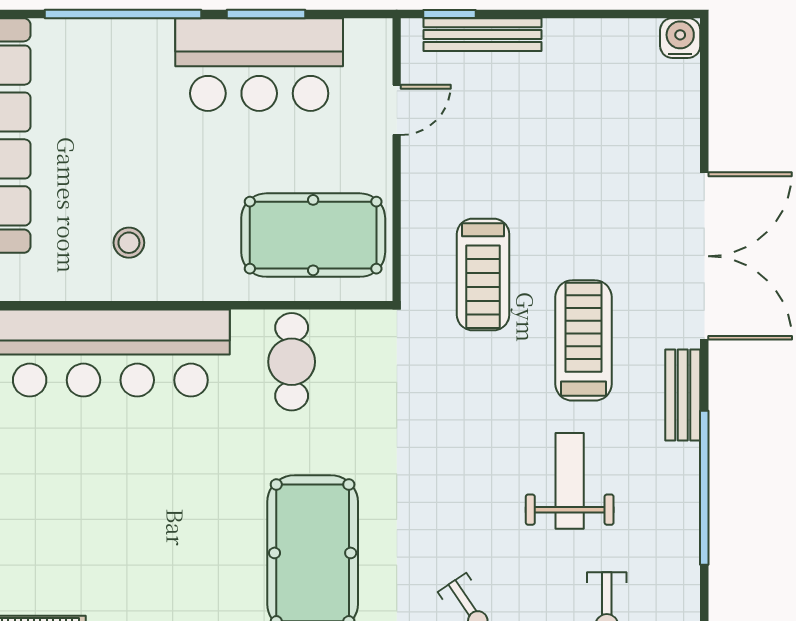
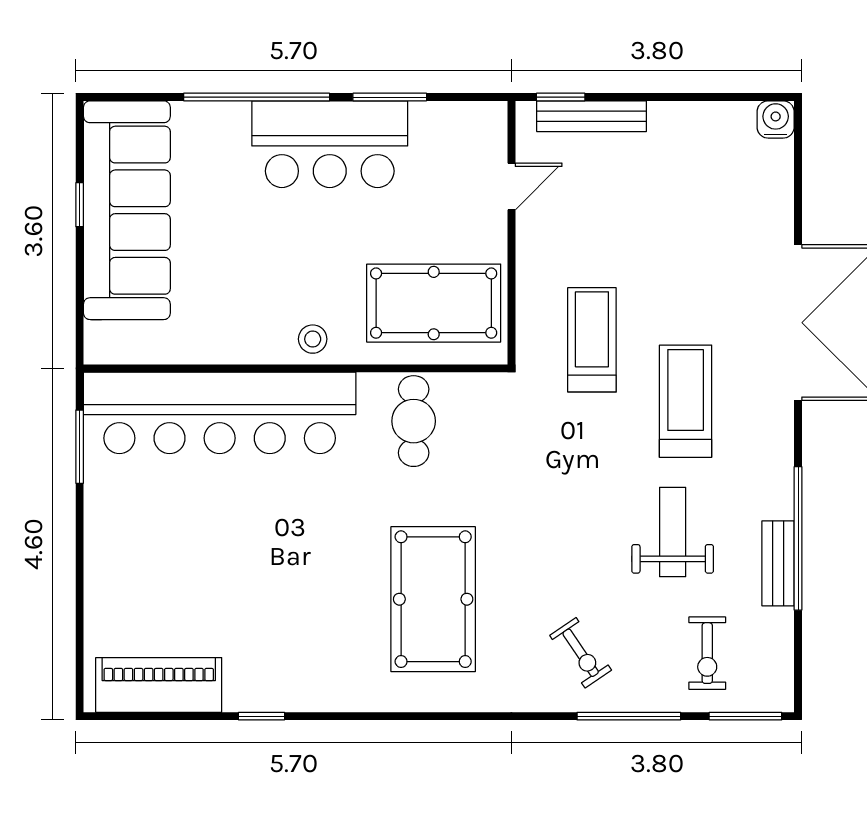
bar counter: (259, 65) -> (330, 144), moved
stool: (129, 243) -> (313, 339), moved
treadmill: (483, 275) -> (592, 340), turned 180
bench: (683, 395) -> (778, 563), moved

